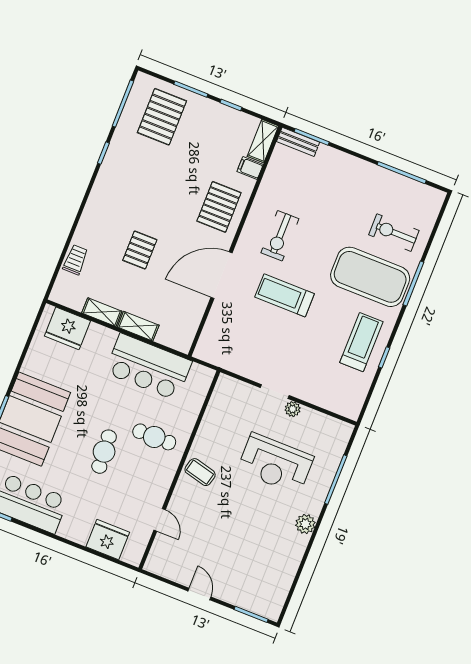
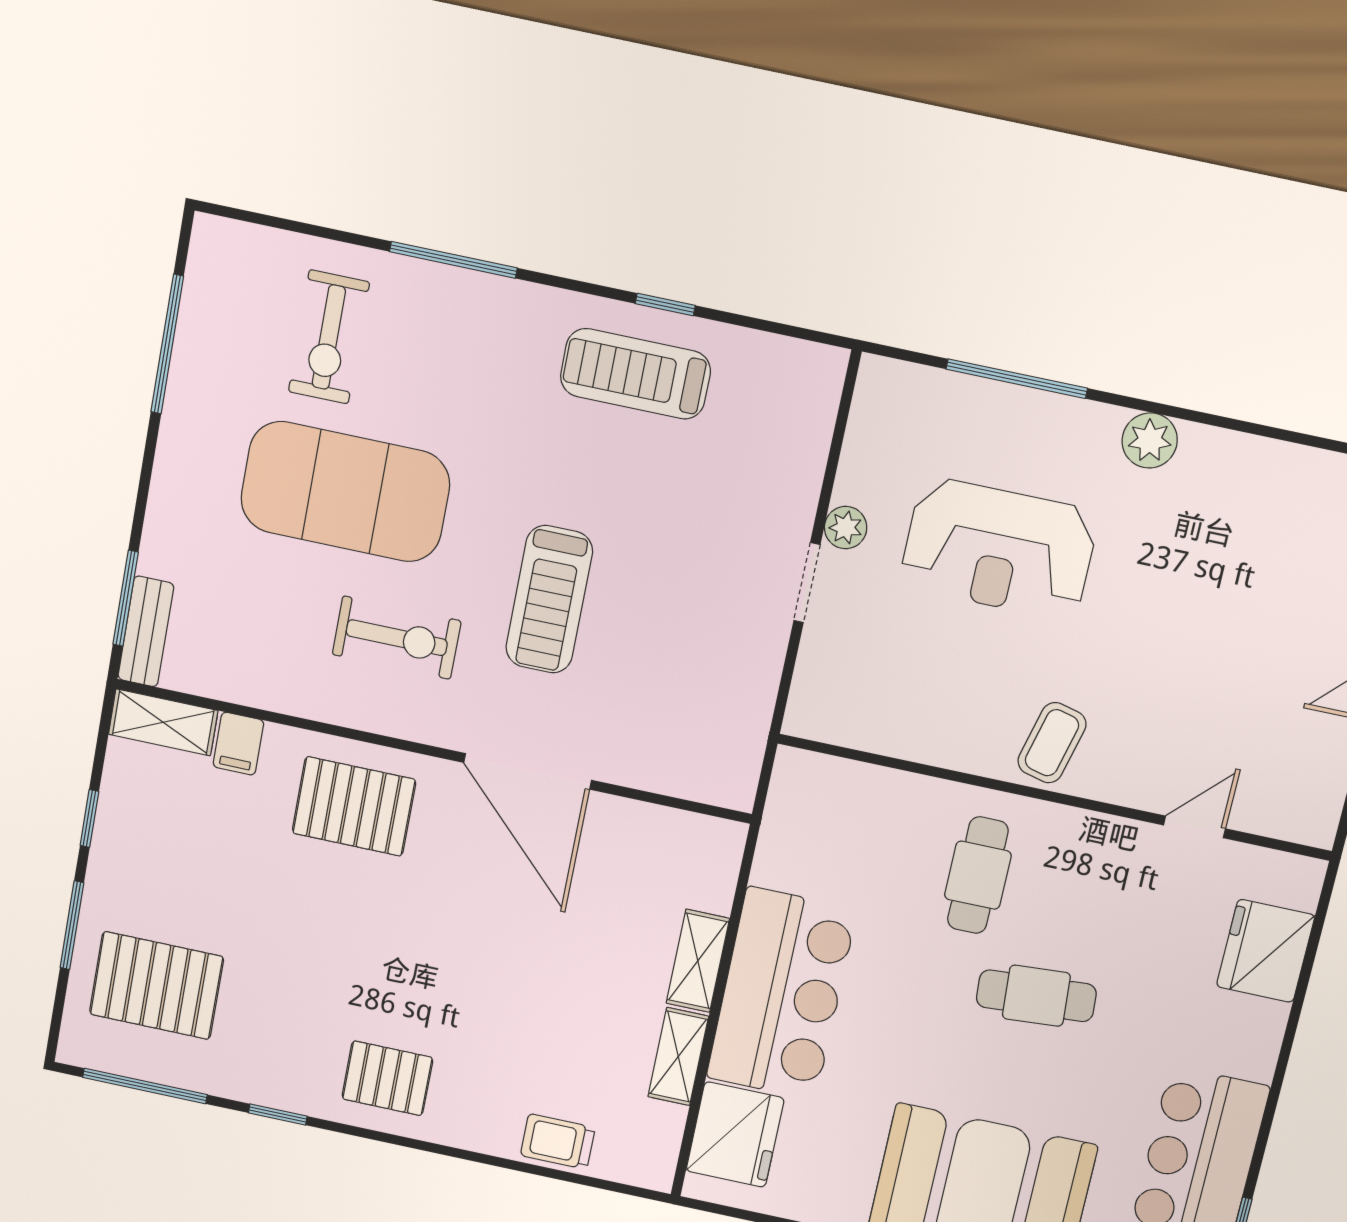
pallet: (140, 250) -> (387, 1078), moved
exercise mat: (370, 277) -> (345, 492), moved, turned 90
bar counter: (148, 367) -> (782, 994), moved
reception desk: (275, 464) -> (999, 549), turned 90

